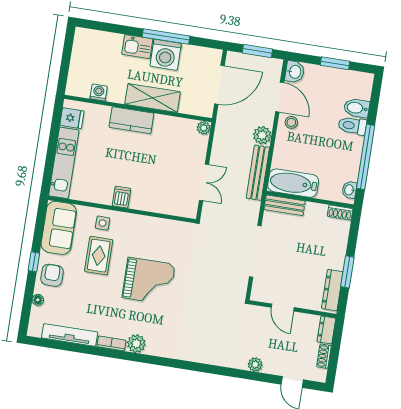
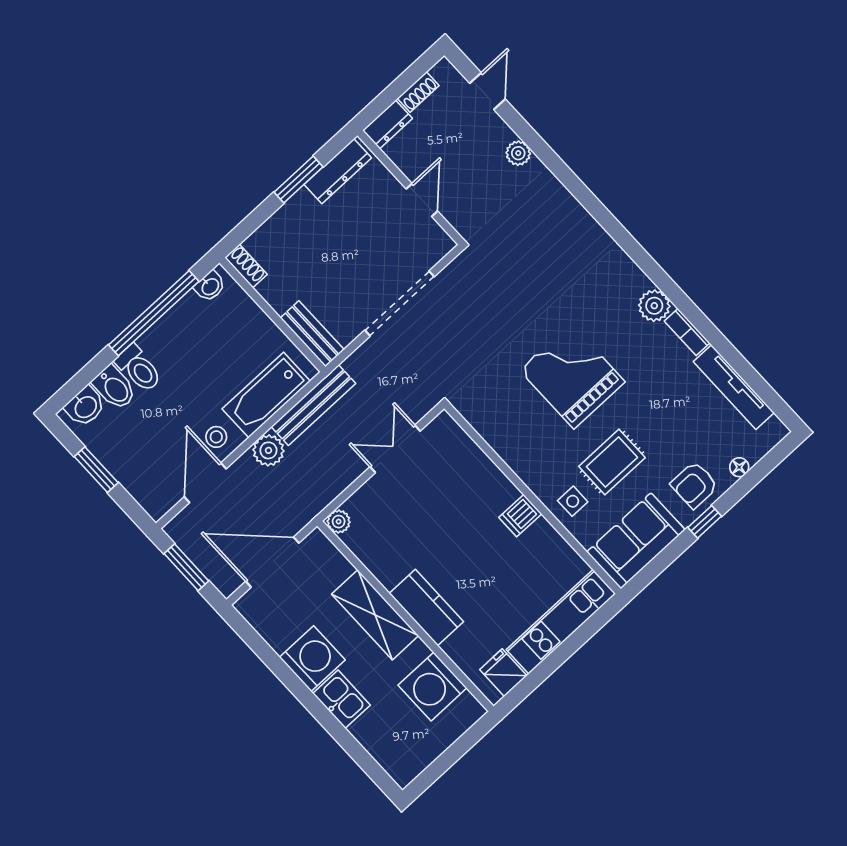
window: (166, 36) -> (293, 682), removed
washbasin: (295, 72) -> (85, 406), moved, turned 180
washing machine: (99, 92) -> (432, 687), width x1.89, depth x1.89
bathtub: (293, 183) -> (266, 395), moved, turned 90

